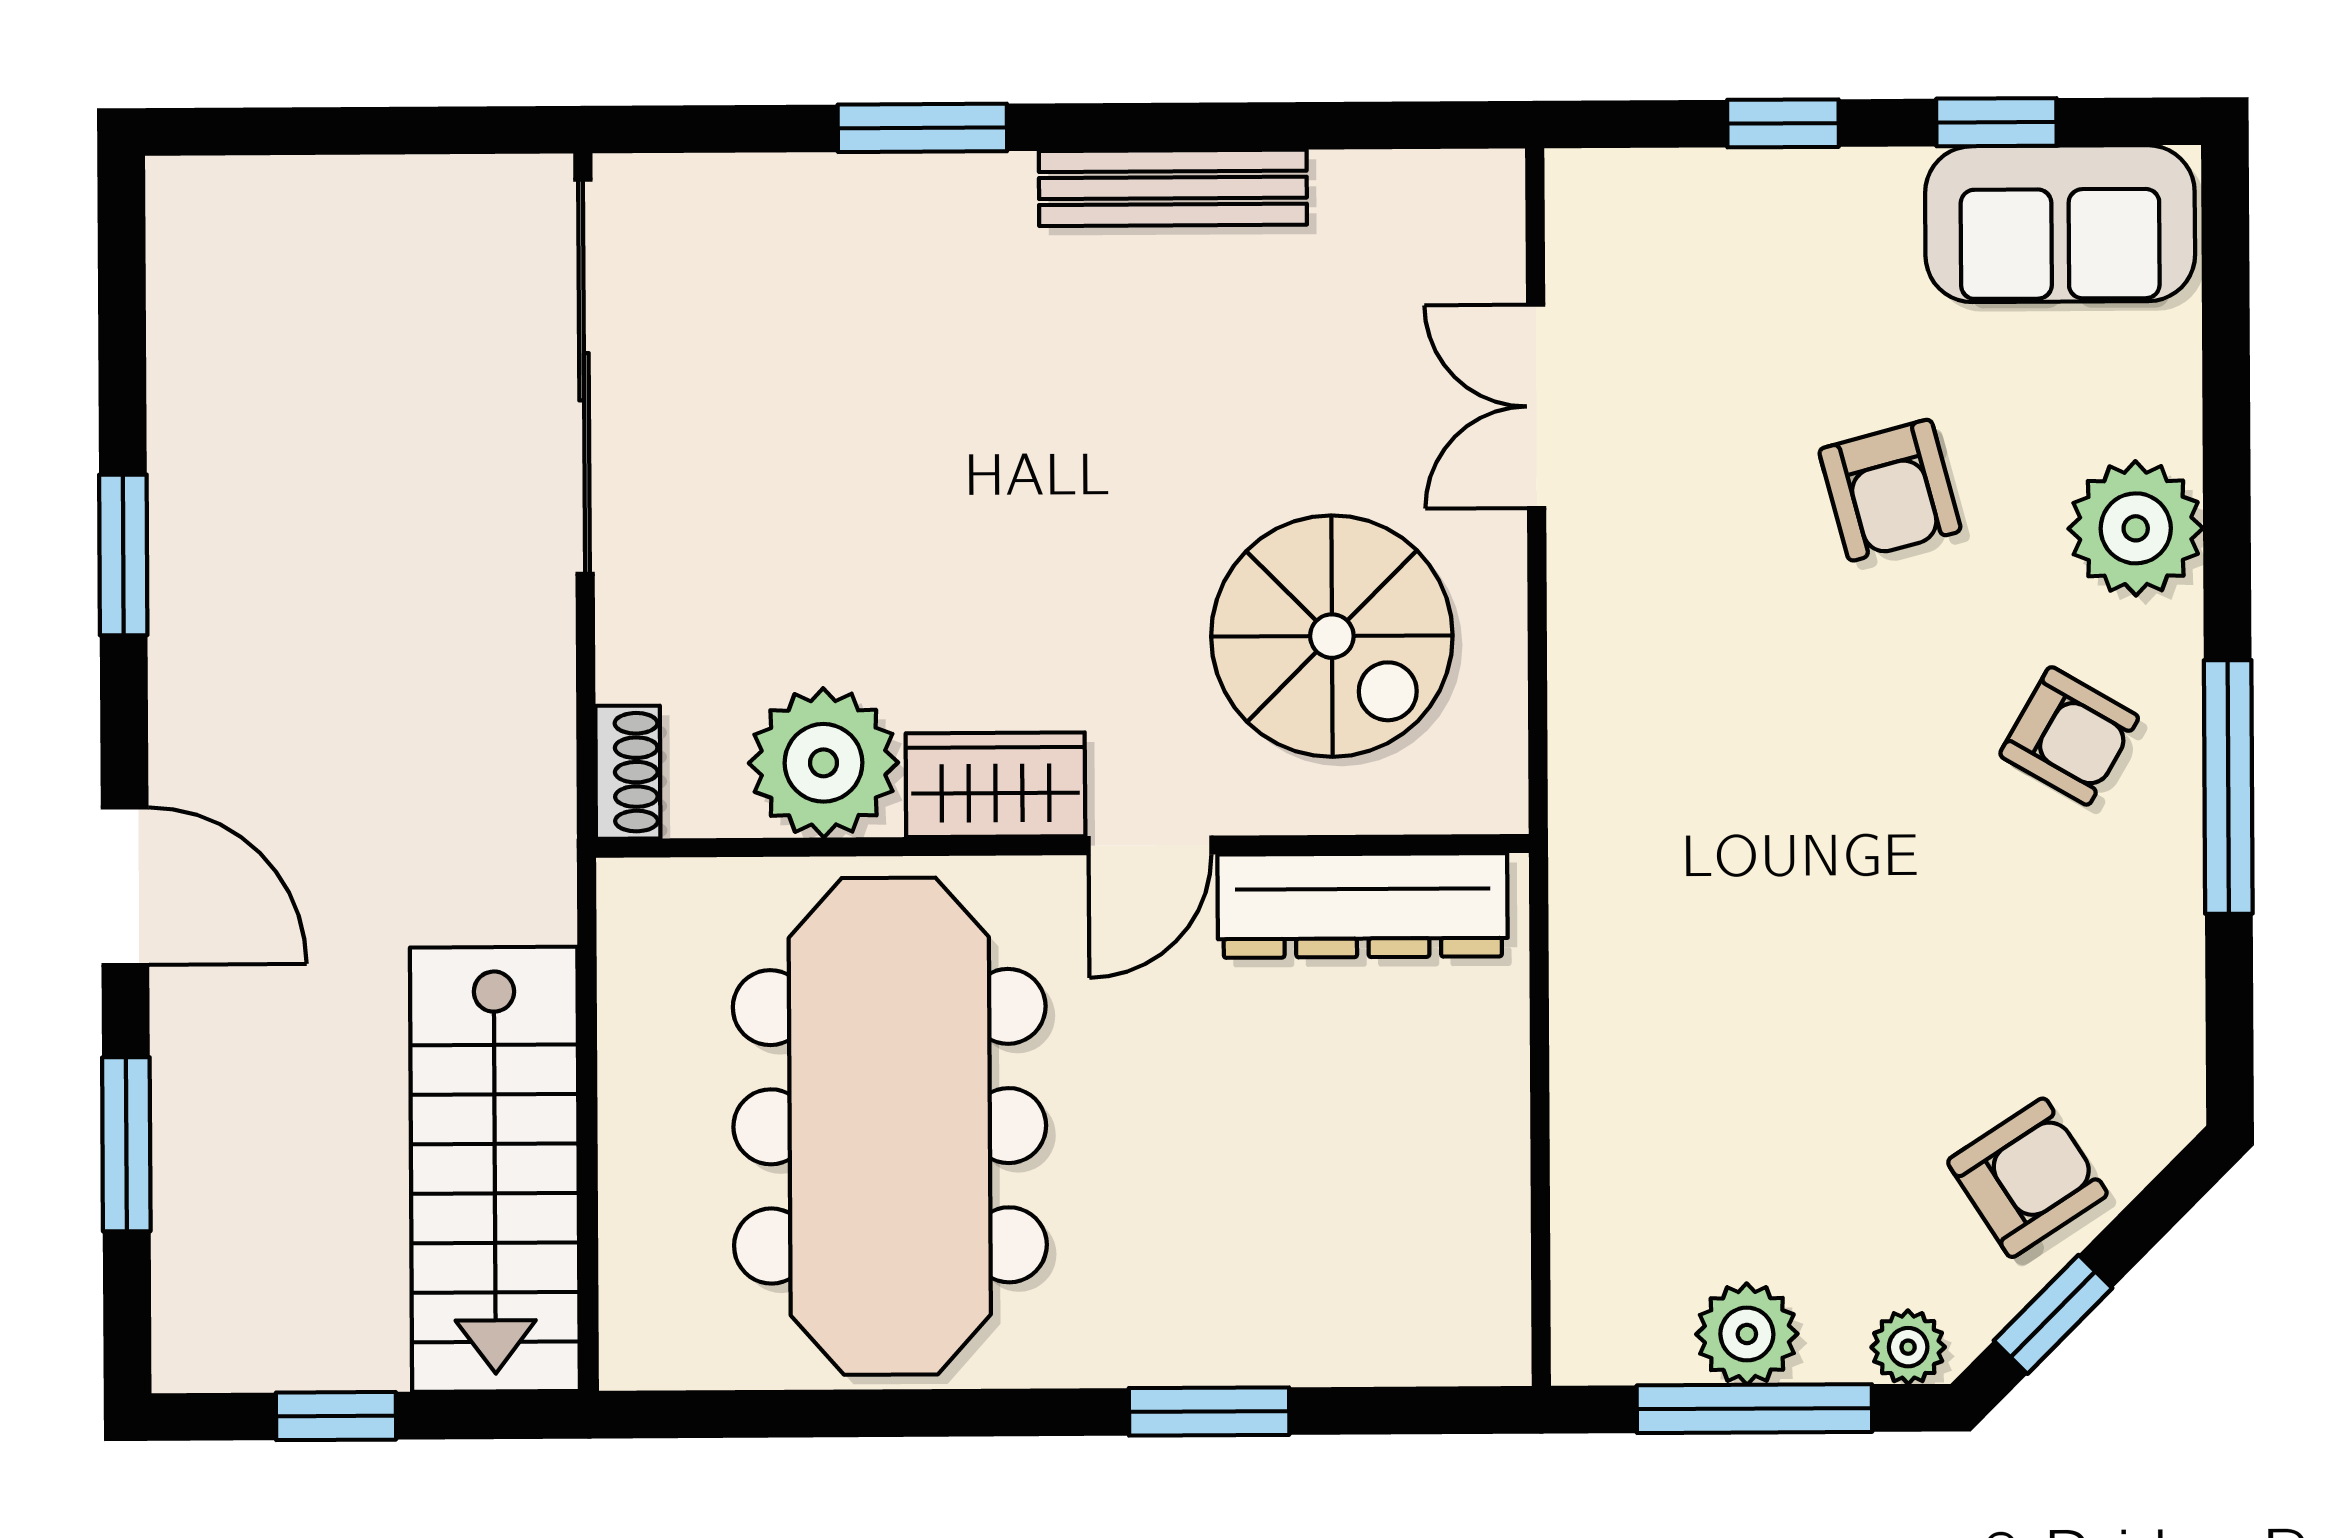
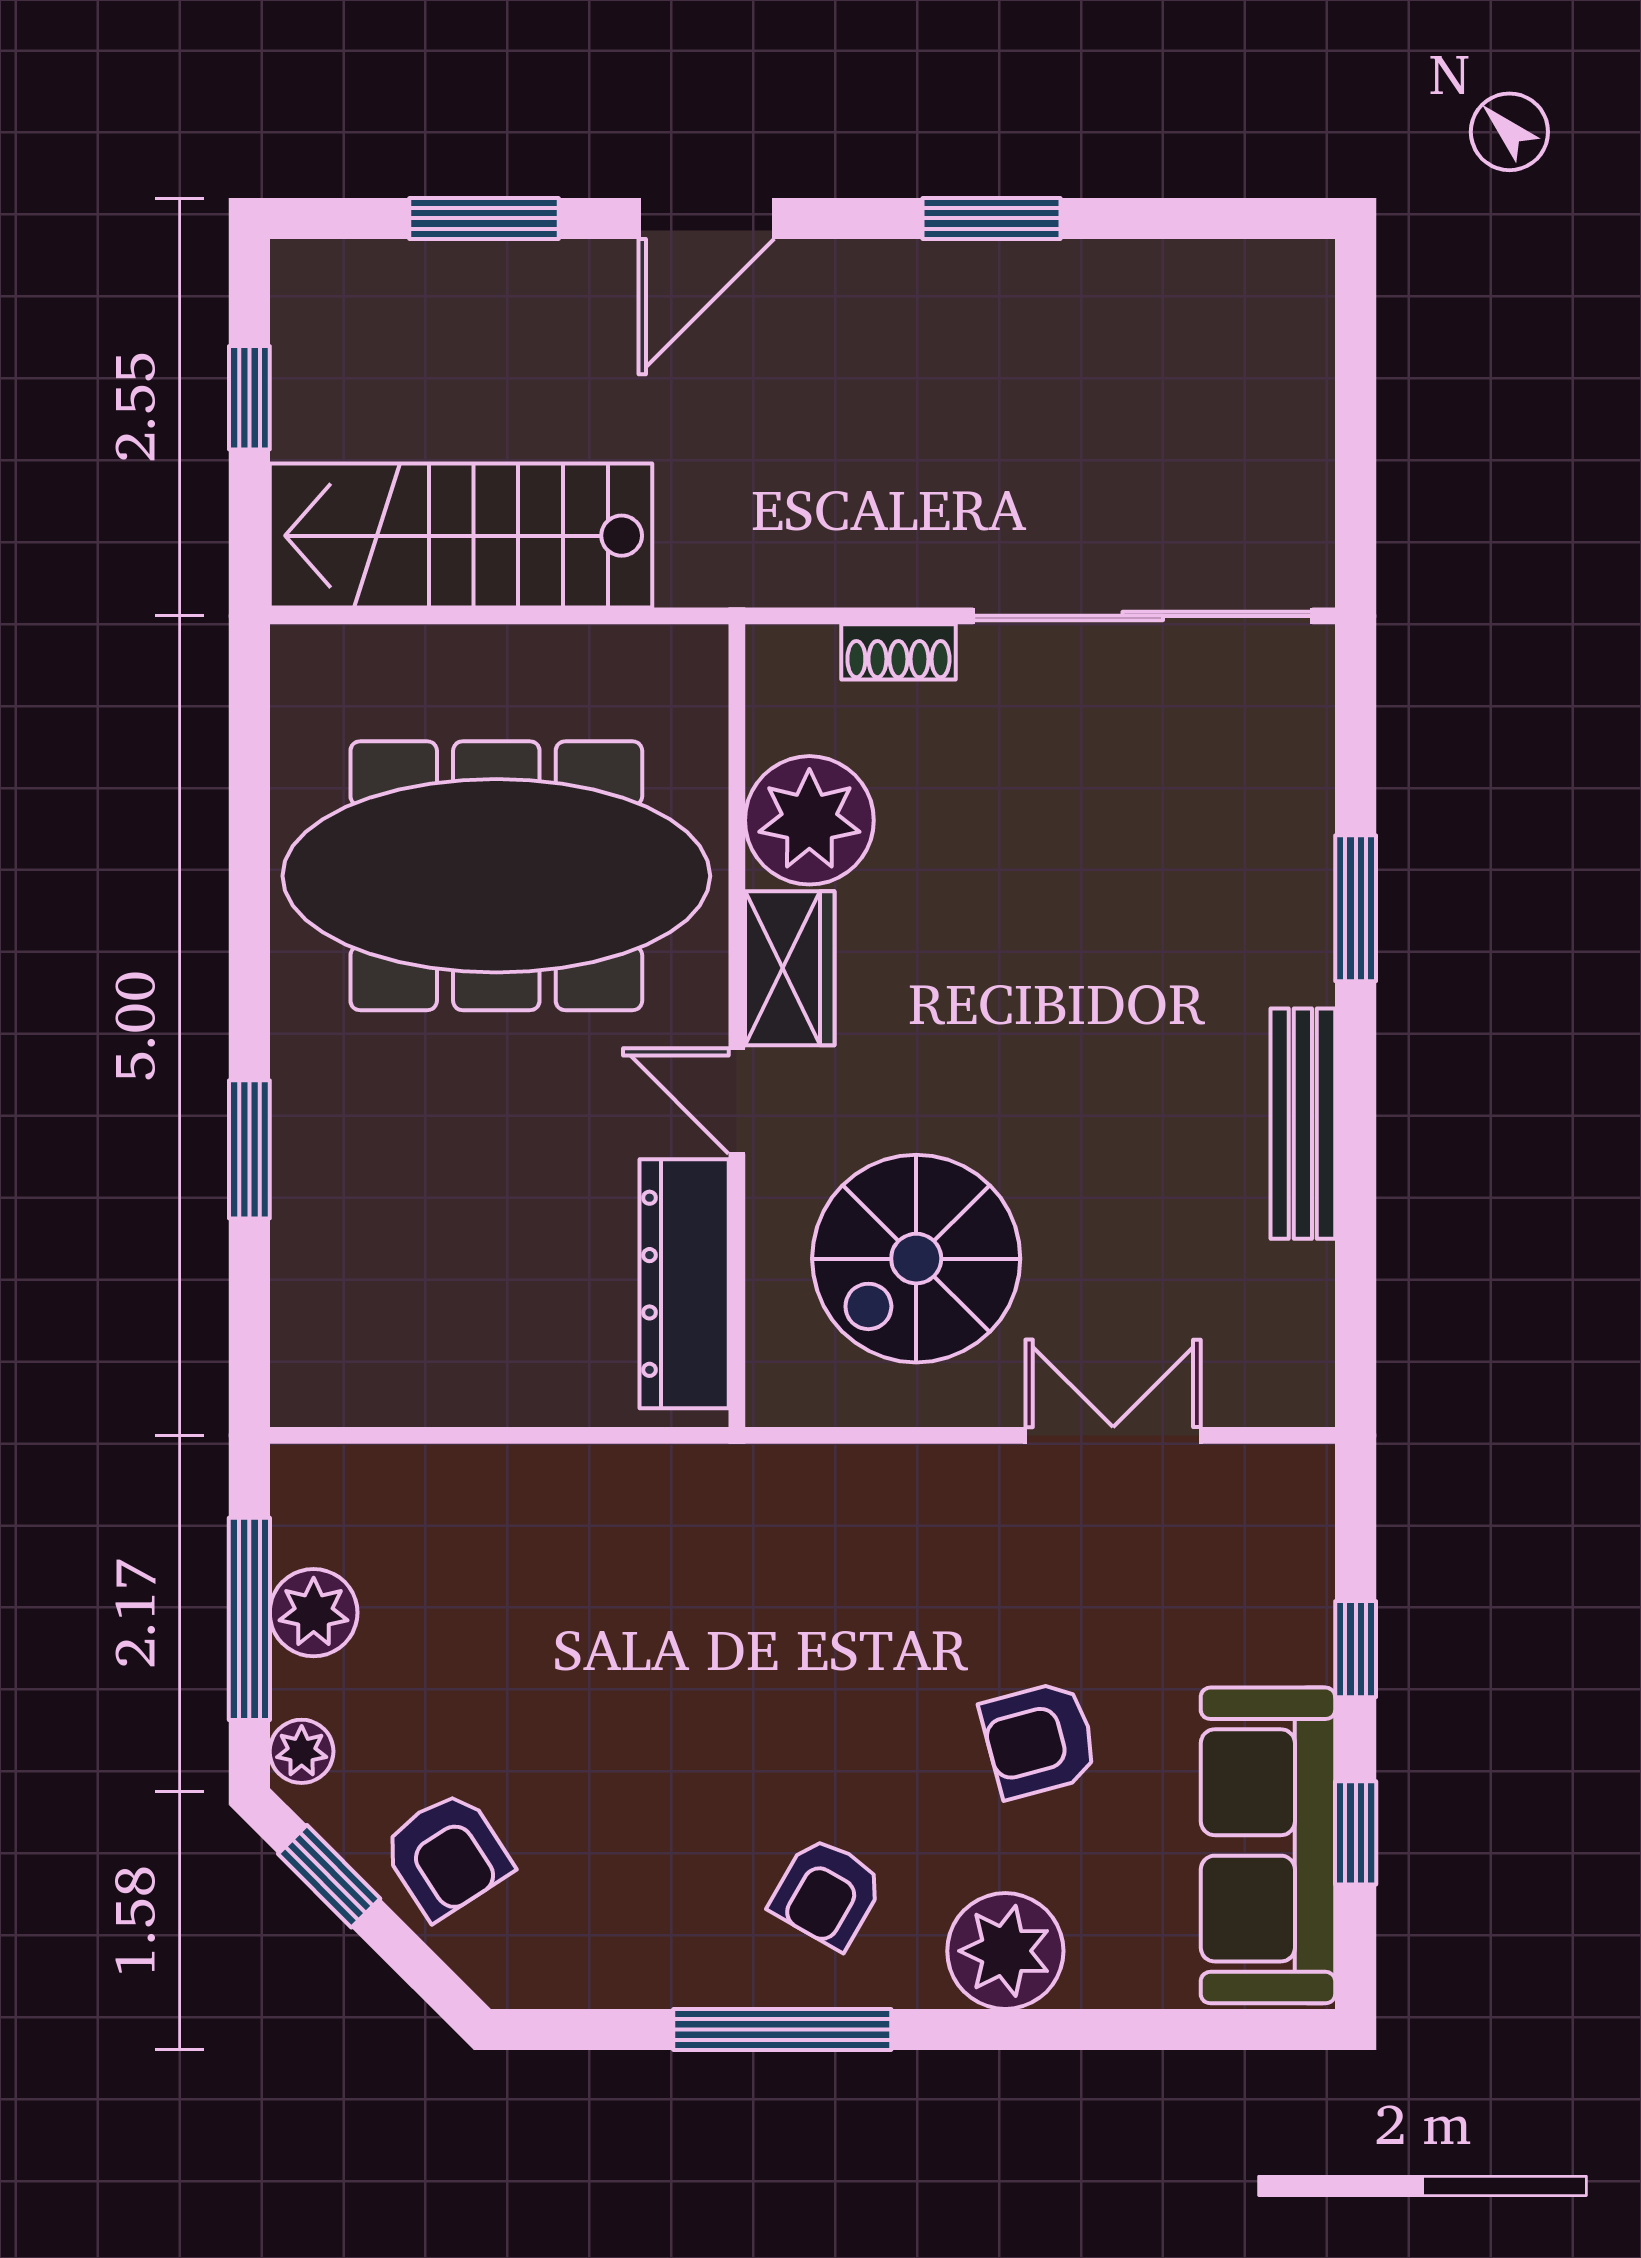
sofa: (2060, 224) -> (1268, 1845), width x1.36
shoe rack: (628, 772) -> (898, 652), moved

